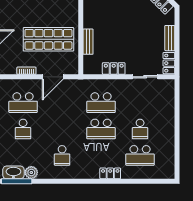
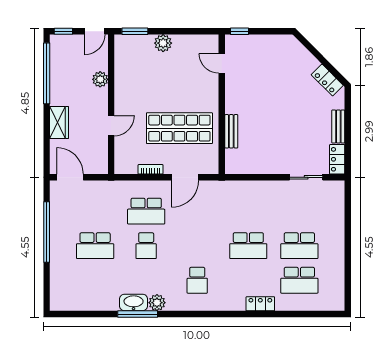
locker: (114, 68) -> (265, 166), removed
school desk: (101, 103) -> (248, 211), removed
school desk: (140, 129) -> (299, 246), width x1.85

